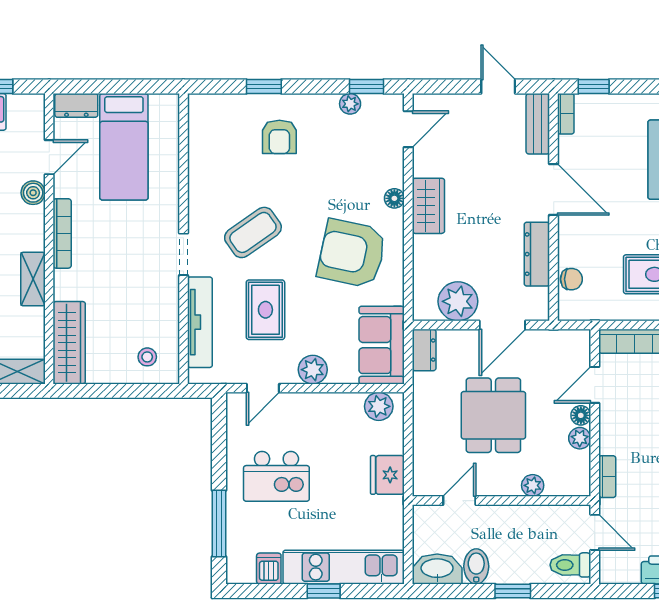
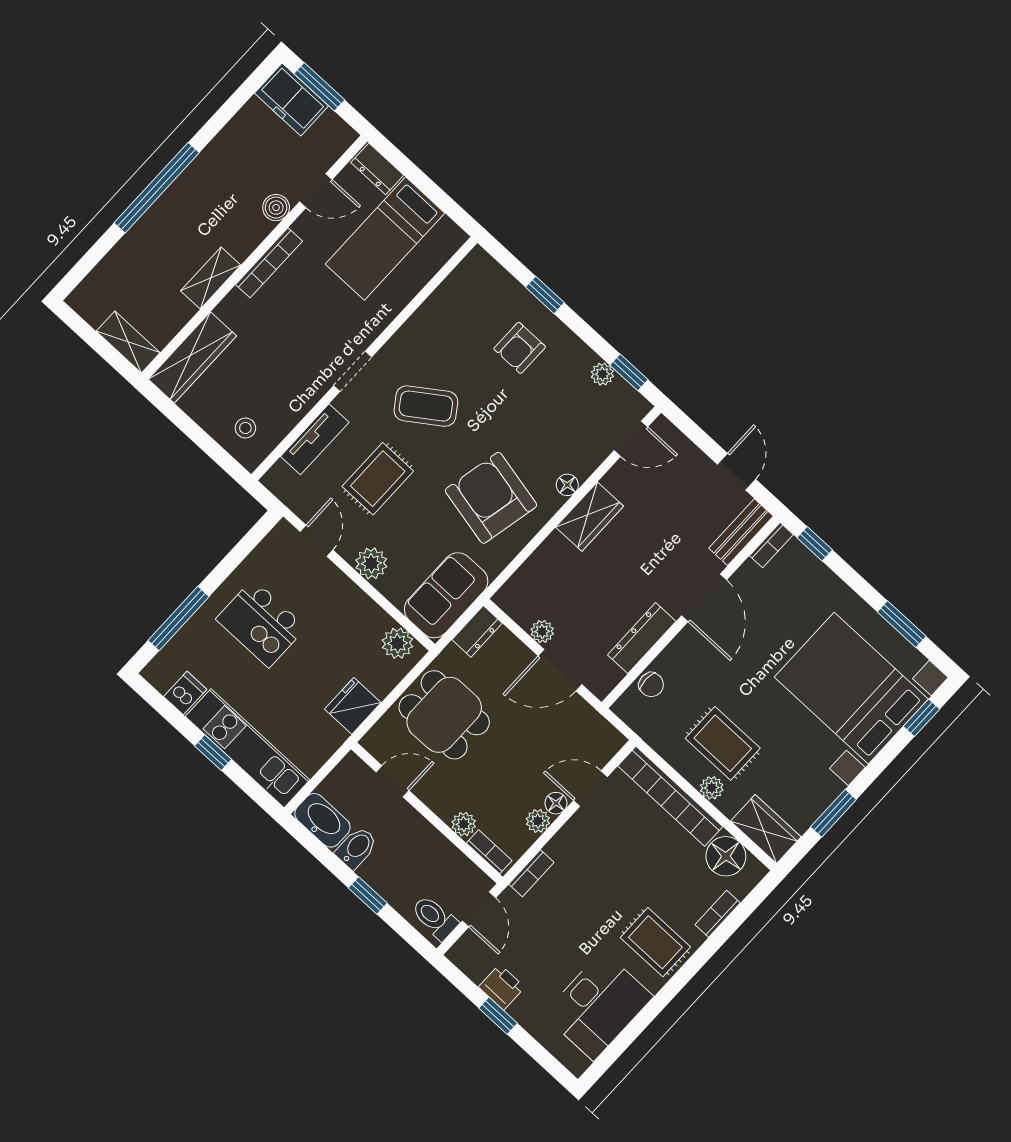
plant: (458, 301) -> (542, 631), width x0.53, depth x0.53
tv unit: (200, 322) -> (315, 439), width x0.71
door: (263, 388) -> (316, 541), swing flipped
dining table: (493, 415) -> (444, 715), moved, turned 90
bookcase: (566, 488) -> (489, 852), added

